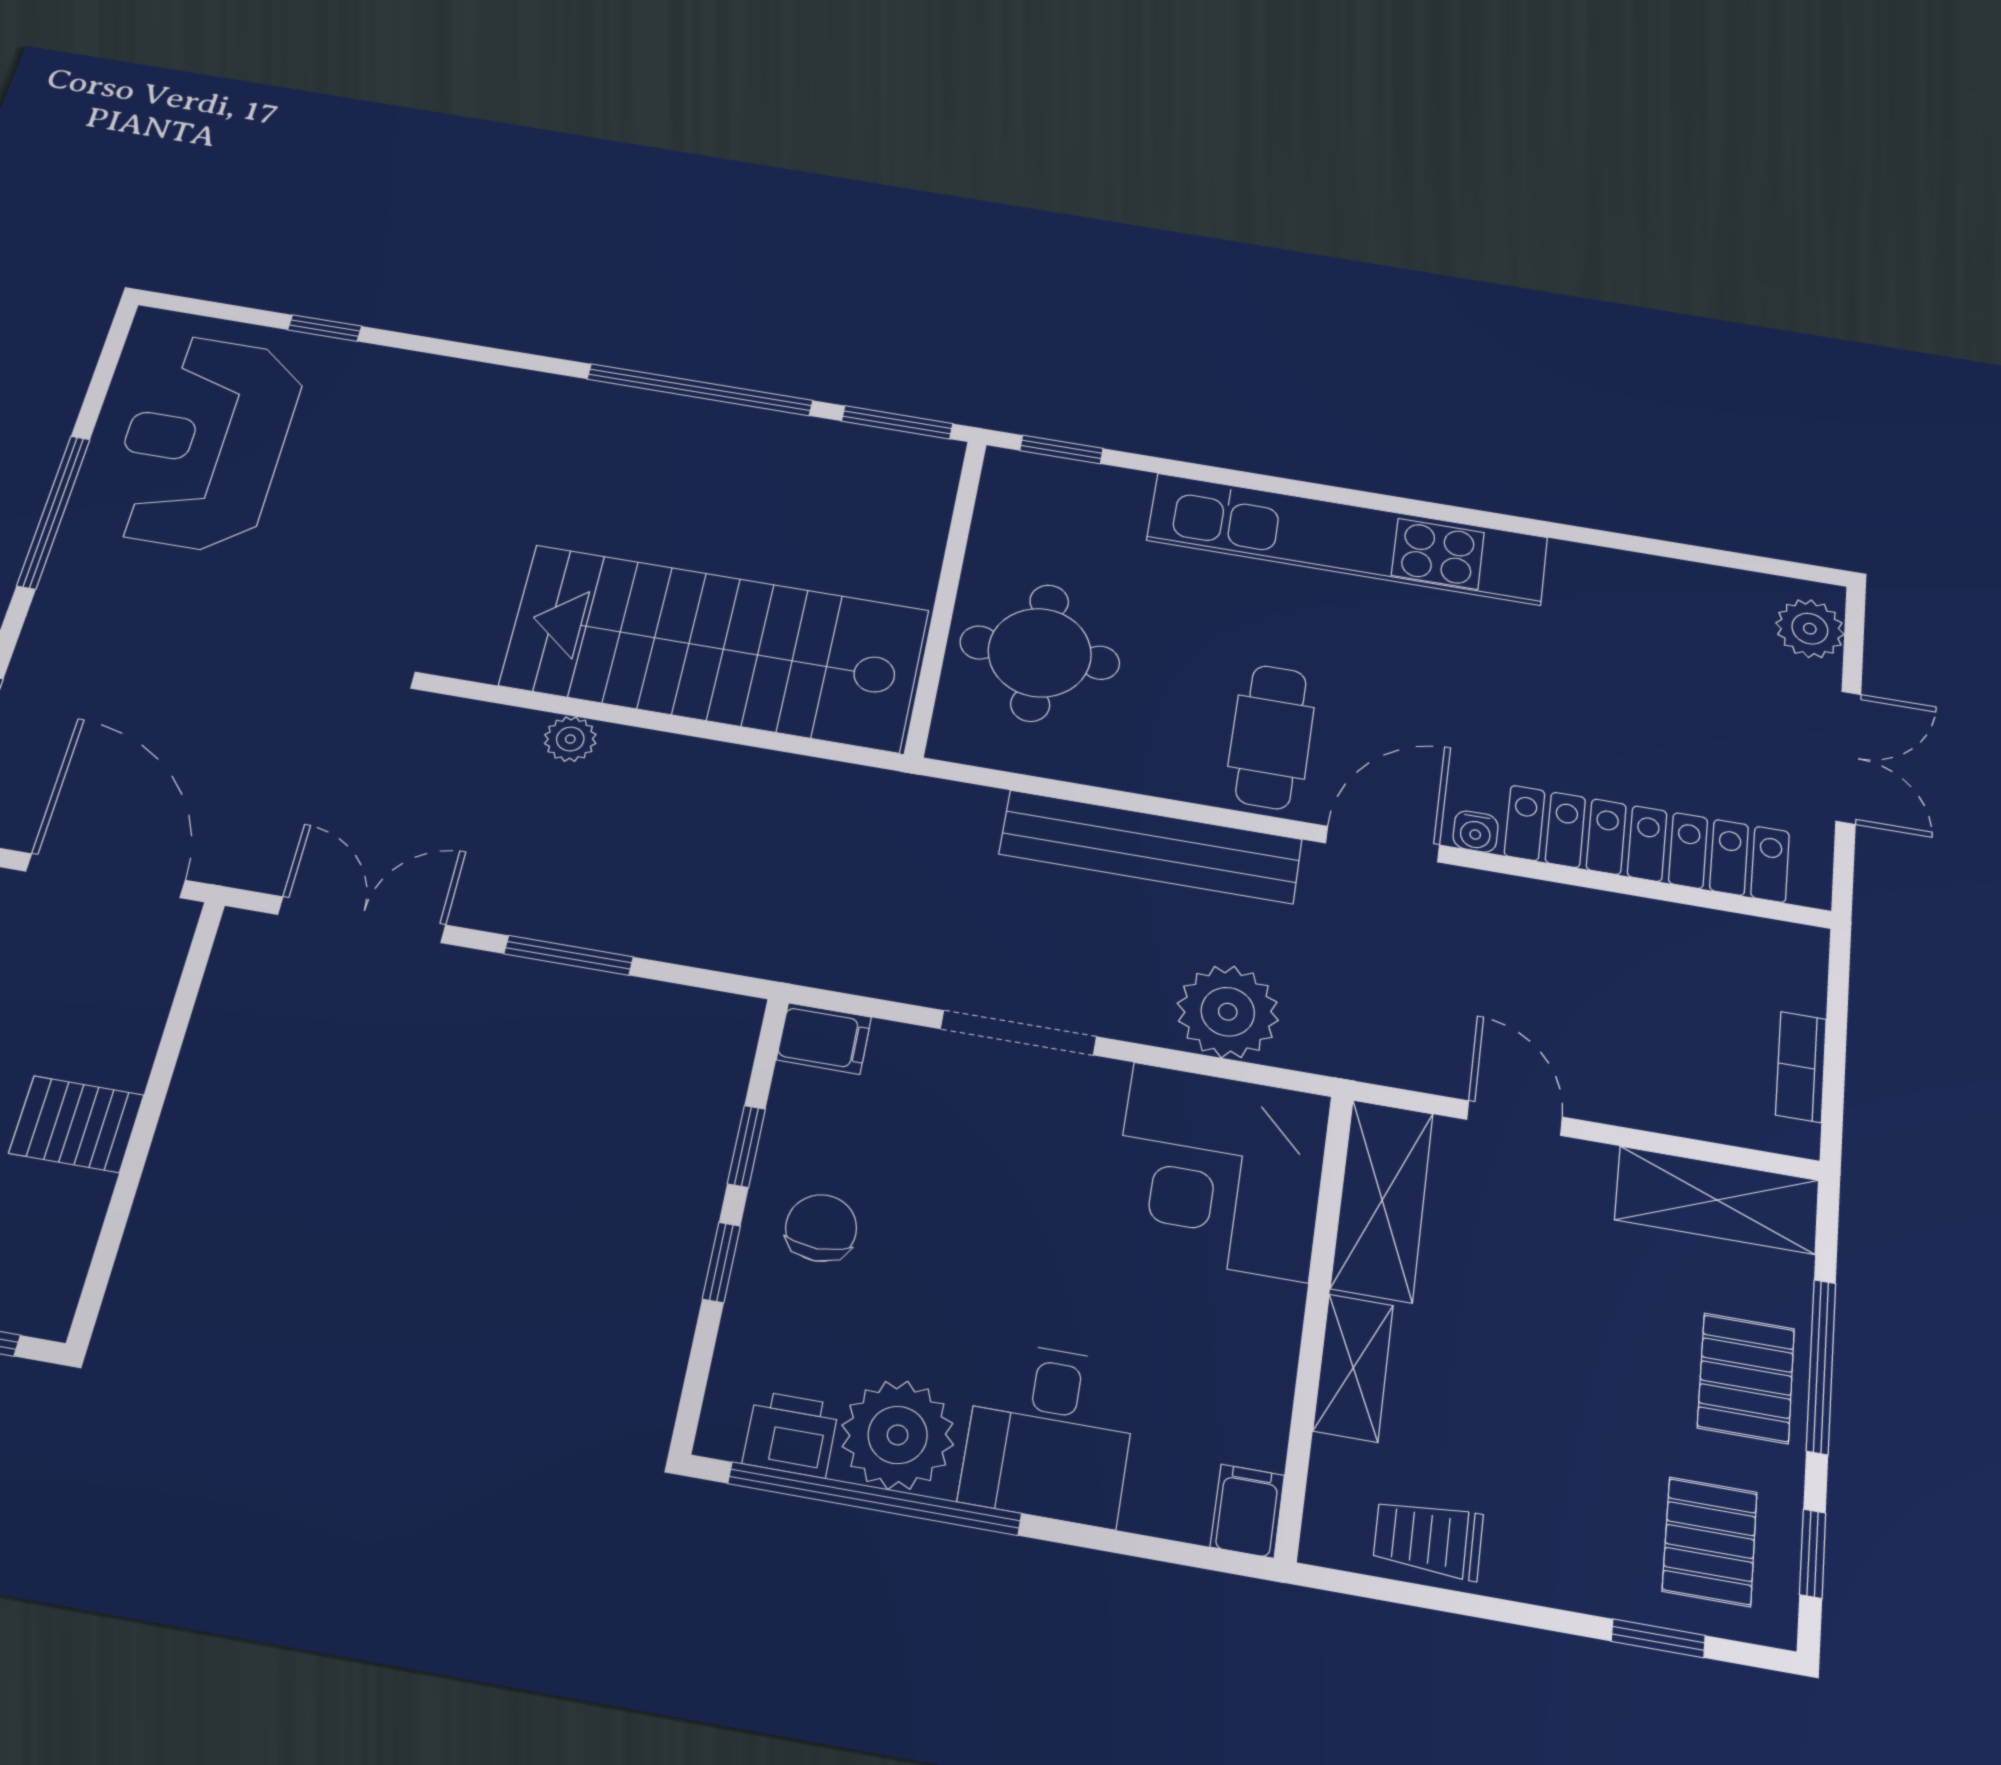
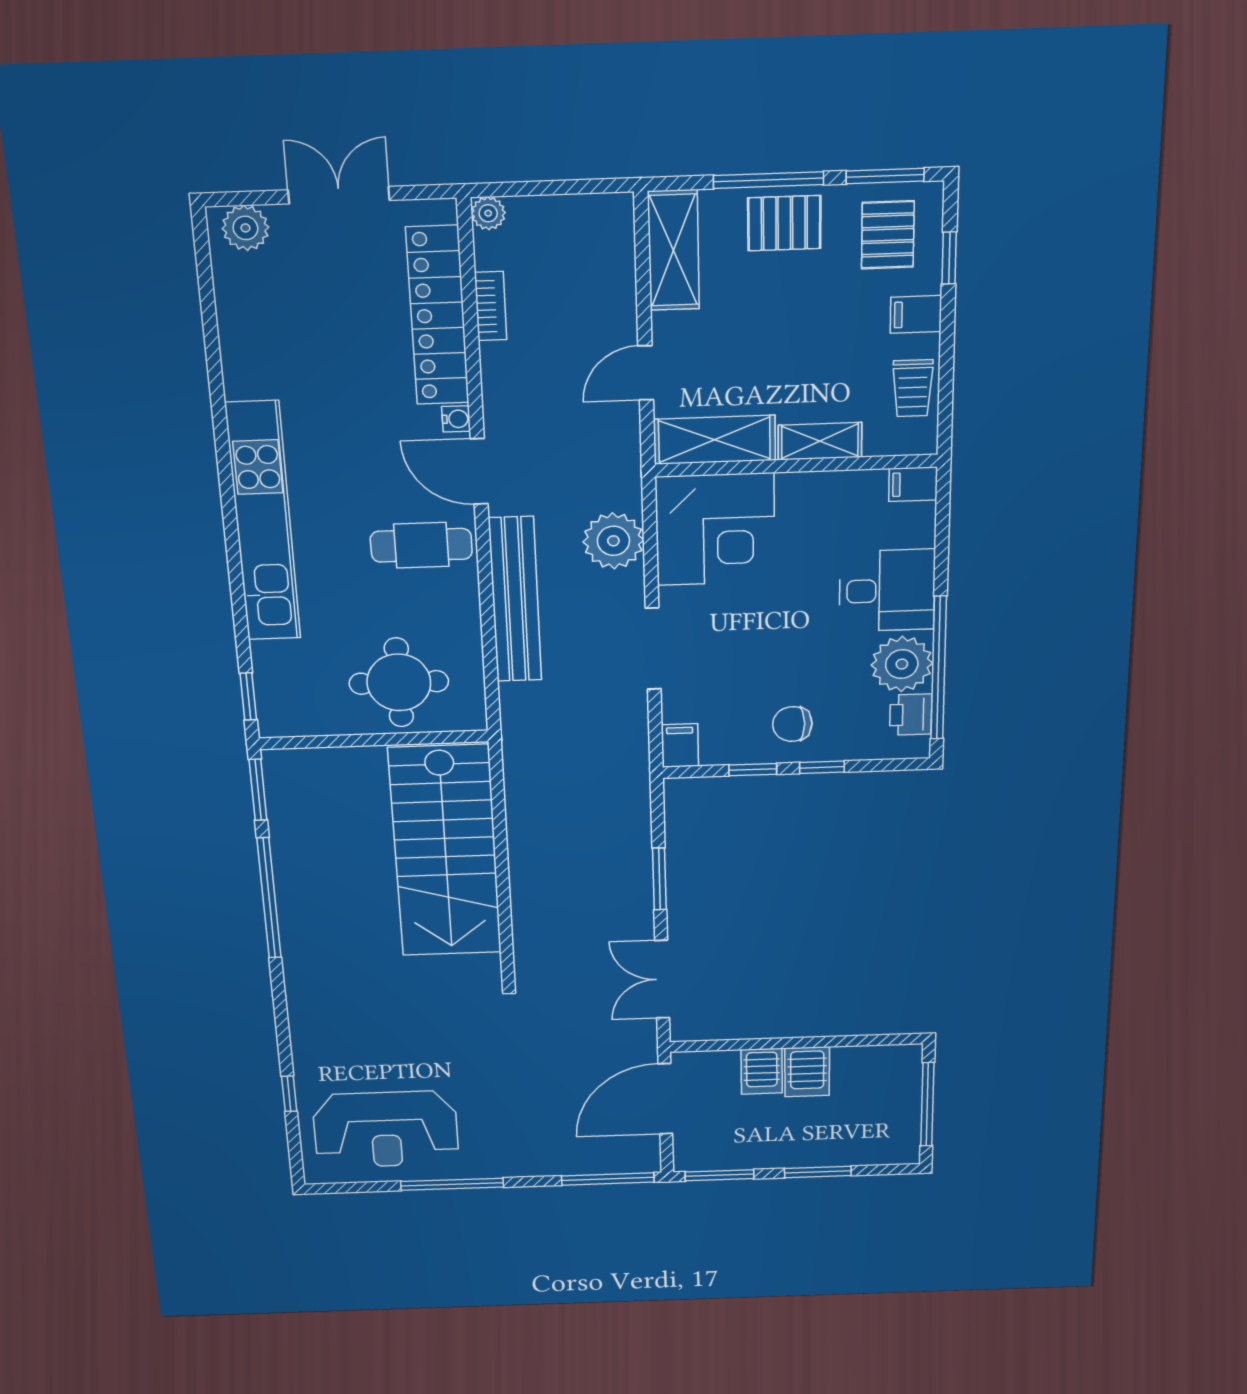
plant: (570, 739) -> (488, 213), moved
server rack: (106, 1046) -> (762, 1071), added
bookcase: (1801, 1067) -> (491, 306), moved, turned -90
pallet: (1710, 1542) -> (888, 235), turned 90
window: (1813, 1554) -> (885, 176), width x1.50
filing cabinet: (1563, 1566) -> (916, 314), added

